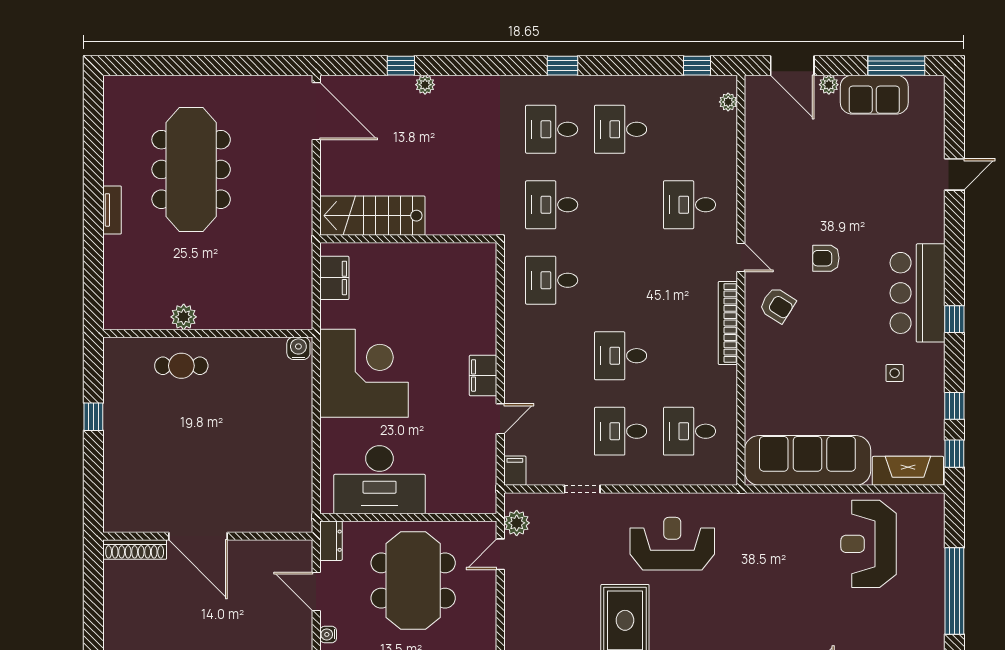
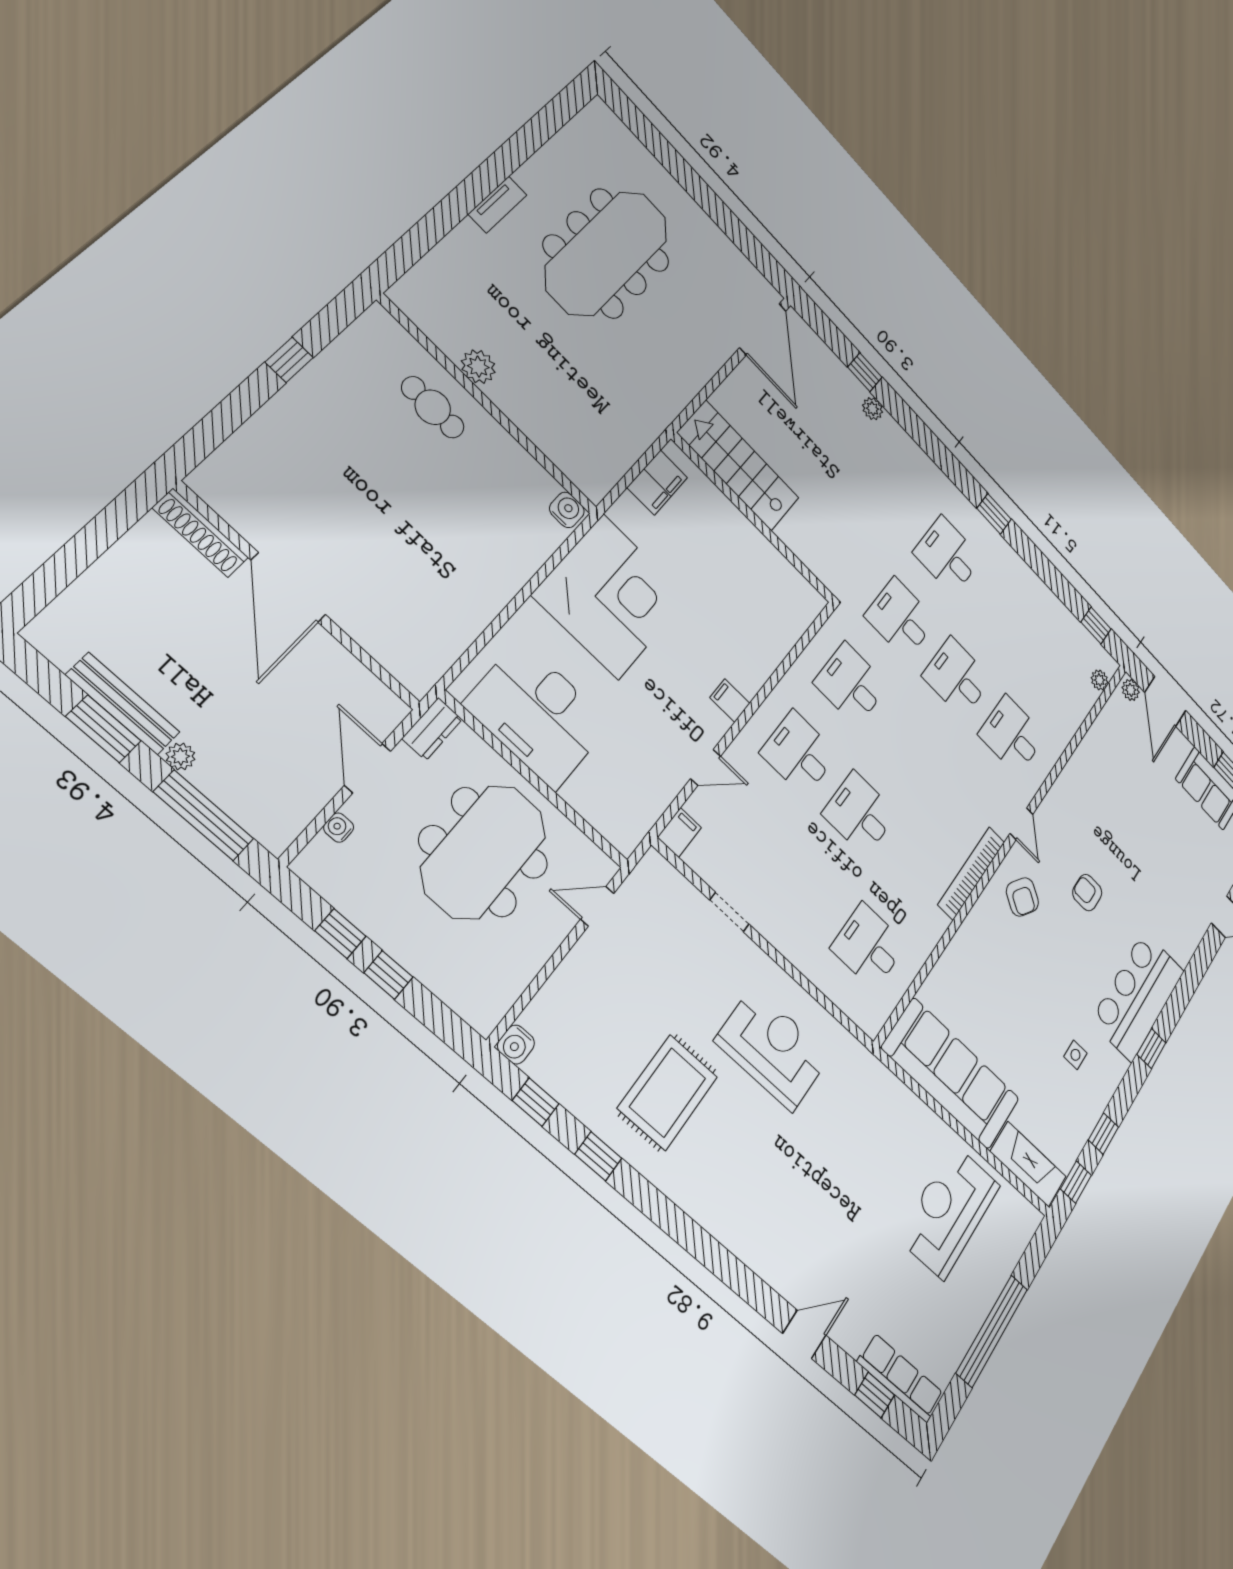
plant: (829, 85) -> (1131, 690), moved
desk: (621, 129) -> (957, 677), moved
filing cabinet: (483, 375) -> (730, 701), width x0.50
desk: (621, 431) -> (799, 753), moved
plant: (517, 523) -> (639, 888), removed

